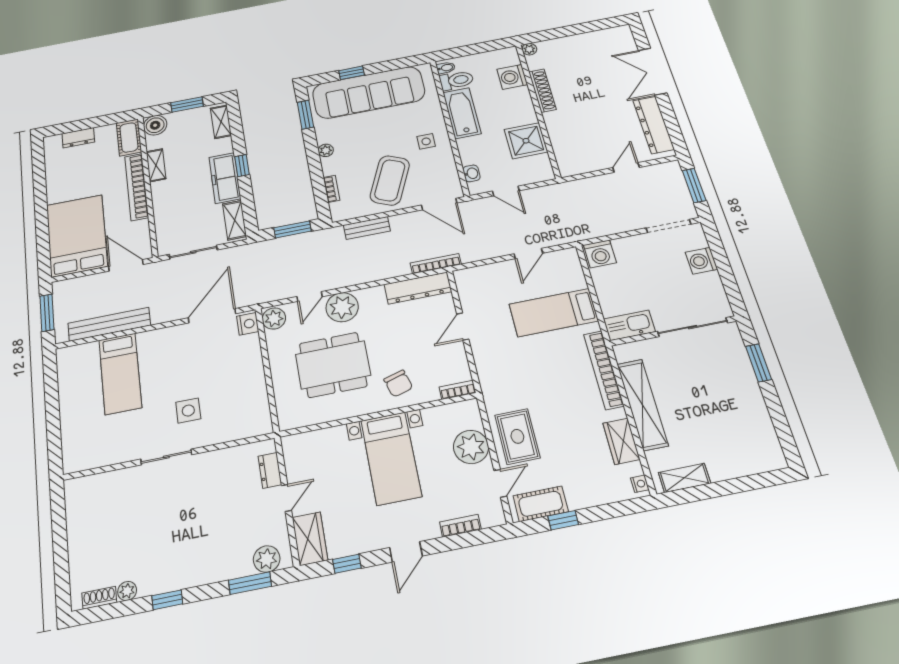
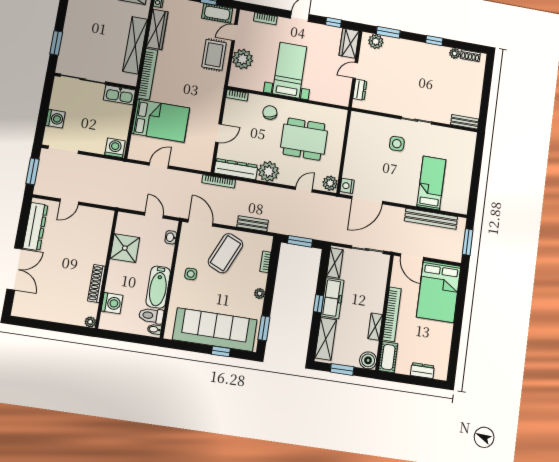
shelving: (221, 122) -> (326, 339), width x1.50, depth x1.33
plant: (342, 307) -> (268, 171), moved
bed: (554, 312) -> (161, 121), width x1.50
wardrobe: (621, 441) -> (157, 29), width x1.50
bench: (87, 484) -> (465, 122), added

